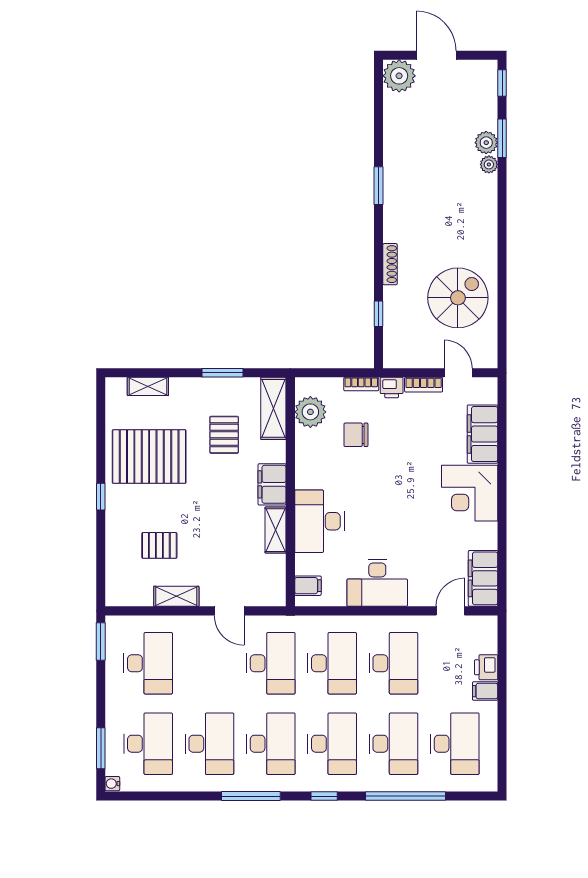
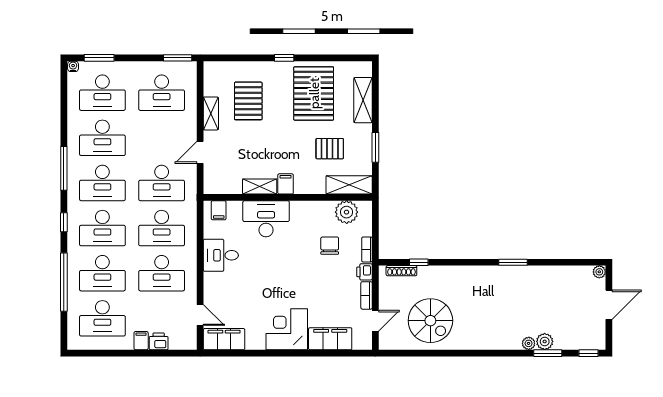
plant: (399, 76) -> (599, 272), width x0.53, depth x0.53
shoe rack: (390, 264) -> (401, 271), moved
shelving: (148, 386) -> (363, 100), width x1.50, depth x1.33
filing cabinet: (272, 484) -> (286, 184), width x0.50
pallet: (159, 545) -> (248, 101), width x1.50, depth x1.42
desk: (377, 583) -> (221, 255), width x0.73

